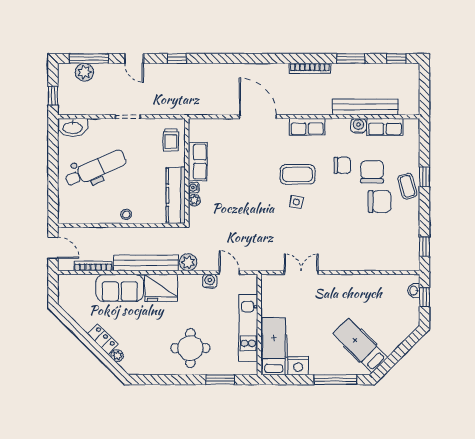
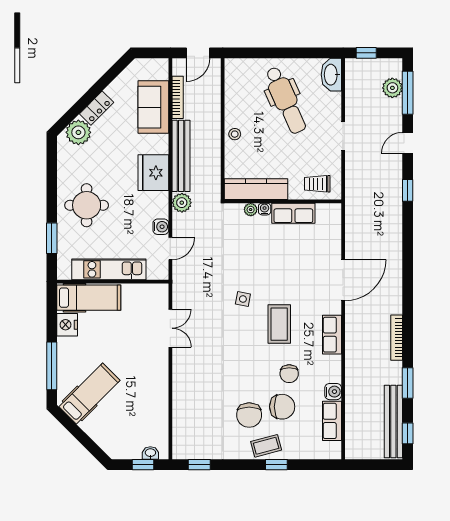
bench: (365, 107) -> (393, 422), moved
side table: (296, 202) -> (243, 299), moved
sofa: (120, 288) -> (153, 107), moved
plant: (117, 356) -> (78, 132), width x1.88, depth x1.88

